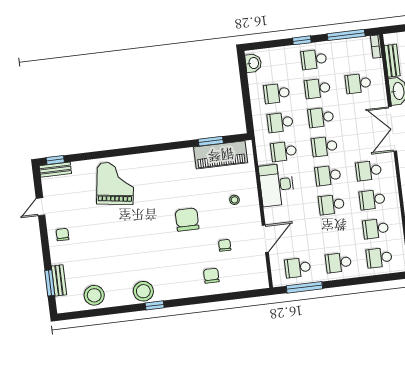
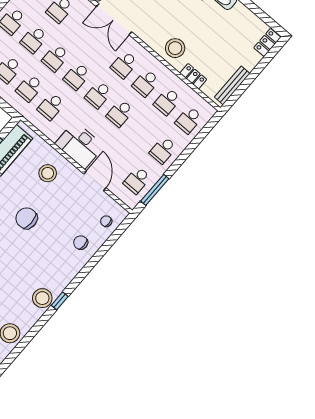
desk: (277, 185) -> (80, 145), moved
stool: (235, 200) -> (48, 173), width x1.89, depth x1.89
chair: (225, 245) -> (106, 221), moved

